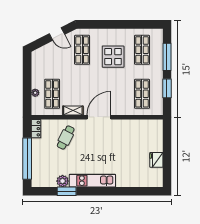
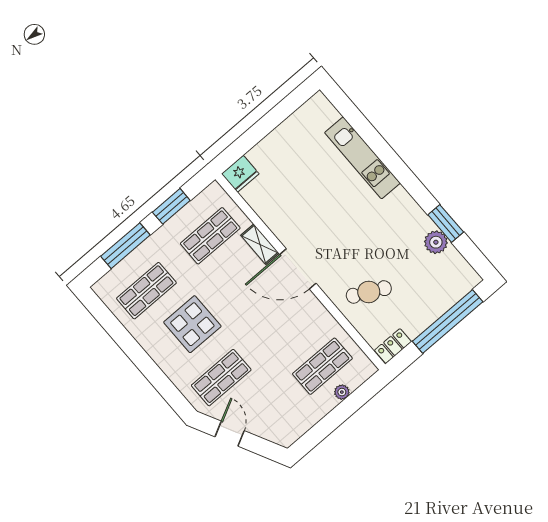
shelving: (73, 111) -> (260, 244), moved
fridge: (156, 160) -> (240, 174), moved
kitchen unit: (92, 181) -> (362, 158), moved

